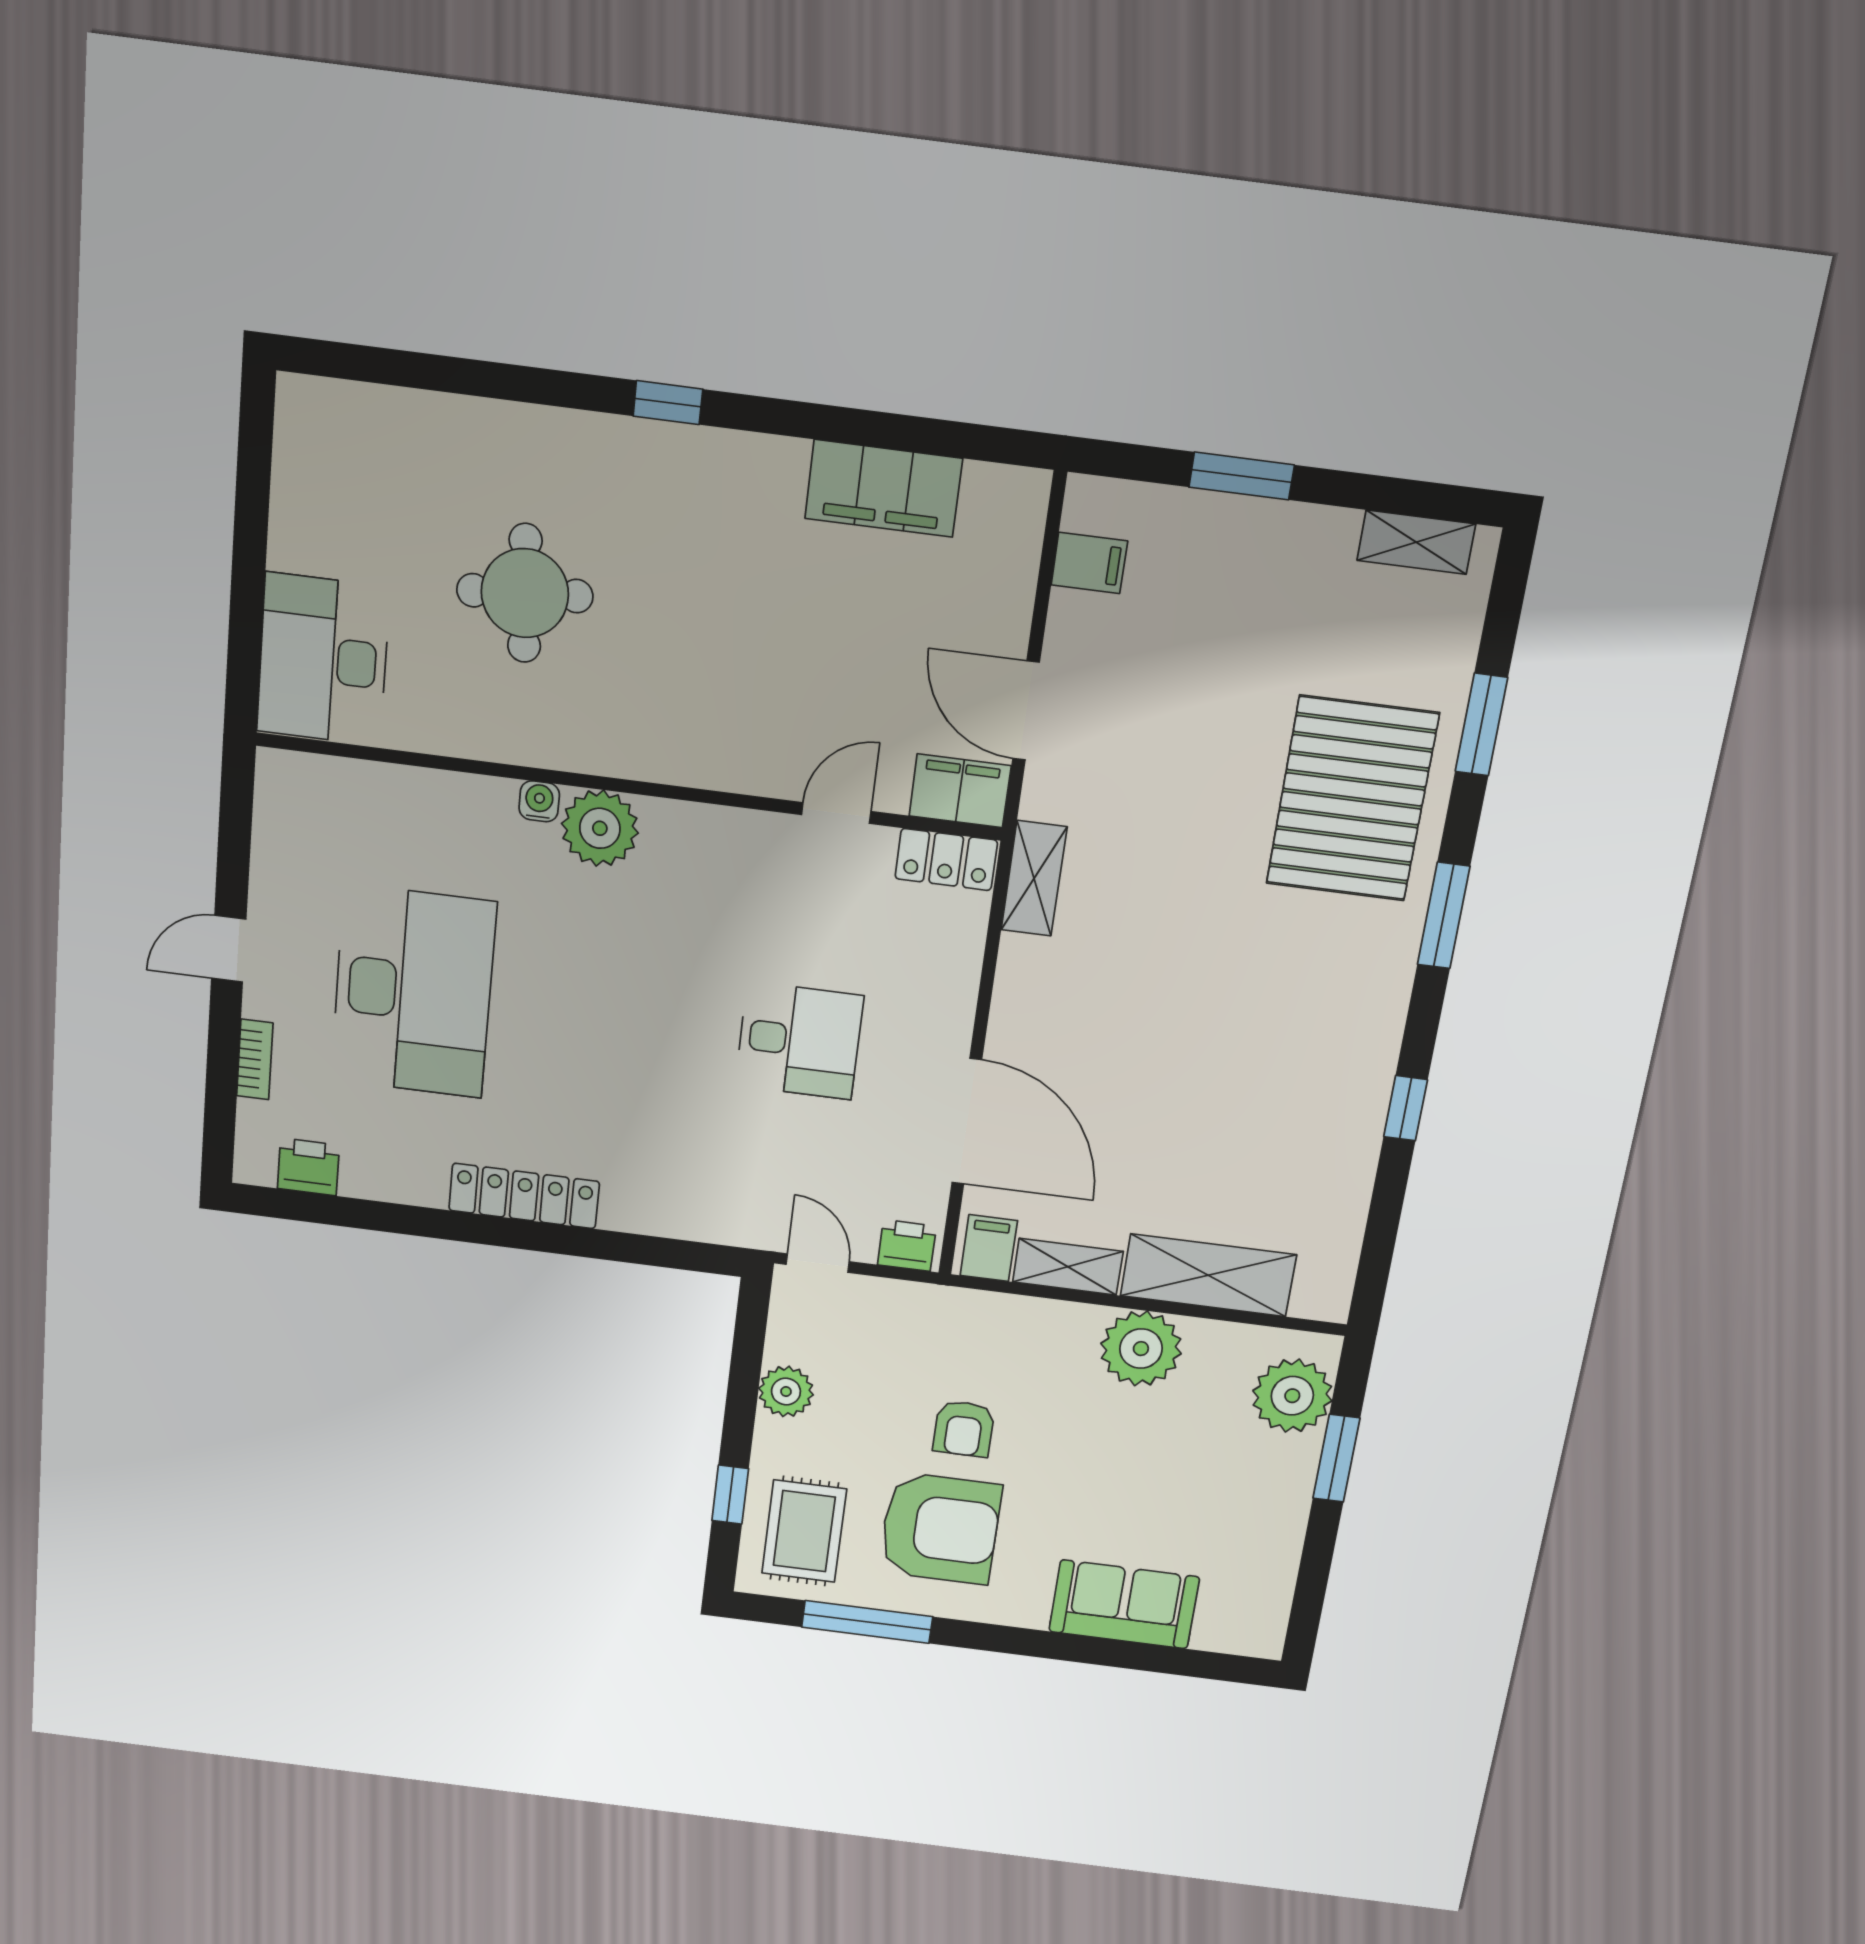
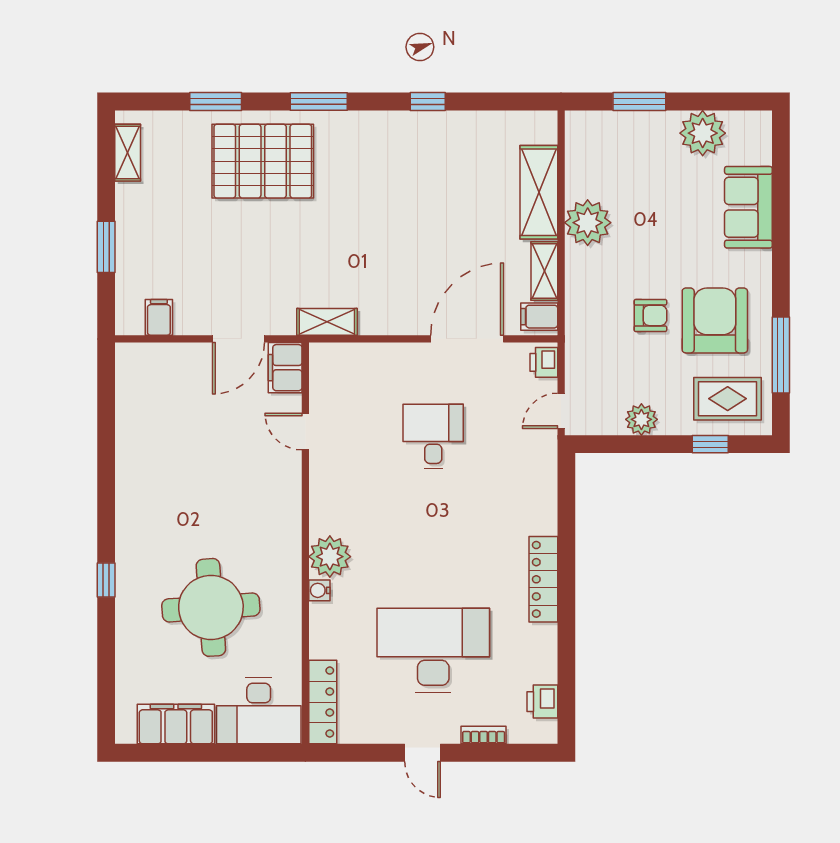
window: (668, 403) -> (106, 580), moved
filing cabinet: (884, 488) -> (176, 724), moved, turned -90
round table: (525, 593) -> (211, 607), width x1.36, depth x1.36
locker: (946, 859) -> (323, 702), moved, width x1.53
plant: (1292, 1396) -> (703, 133), moved

